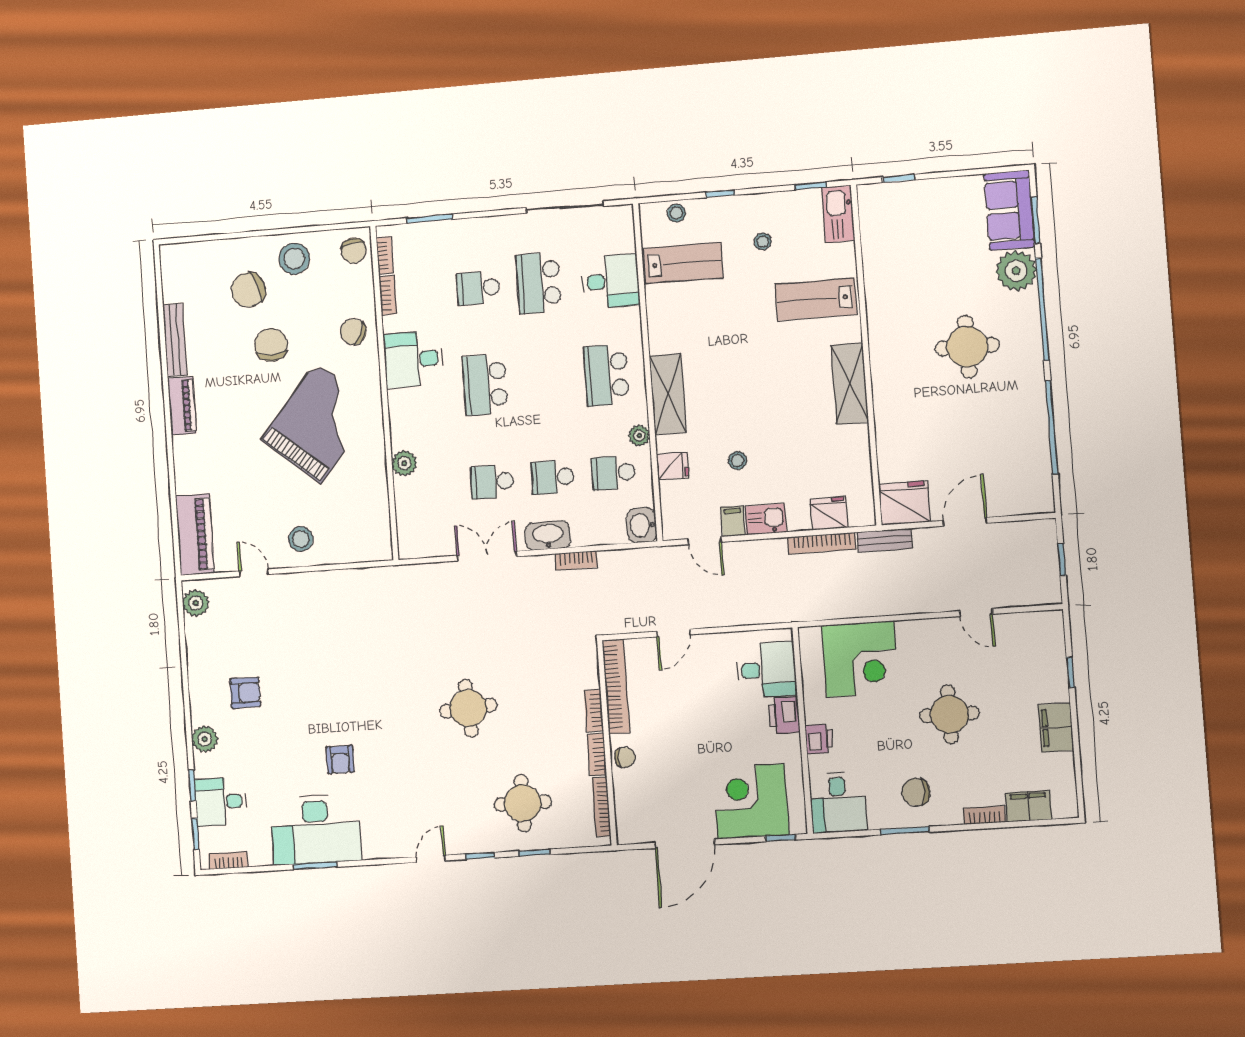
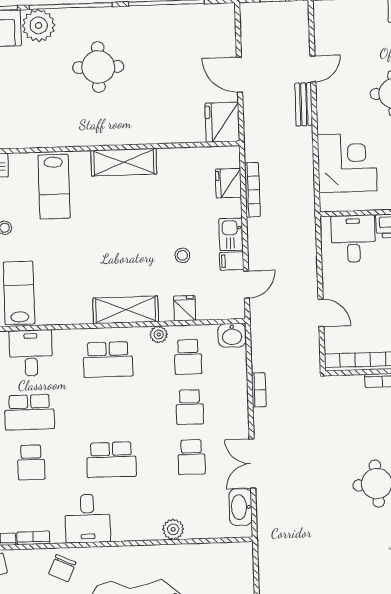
washbasin: (548, 536) -> (241, 507), moved
bench: (885, 540) -> (304, 104), moved

